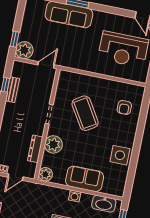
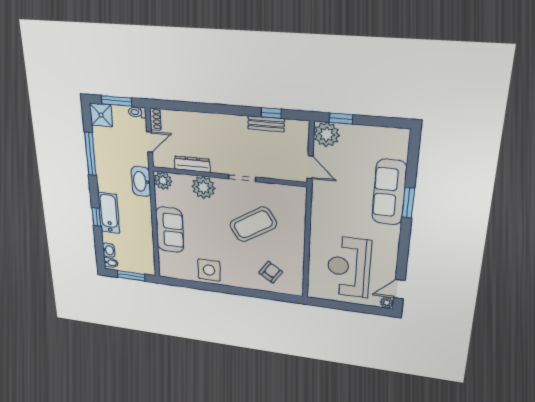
armchair: (124, 107) -> (271, 272), turned 124
door: (16, 177) -> (150, 142), swing flipped
washing machine: (75, 196) -> (146, 219), removed
washbasin: (104, 204) -> (141, 181), moved

